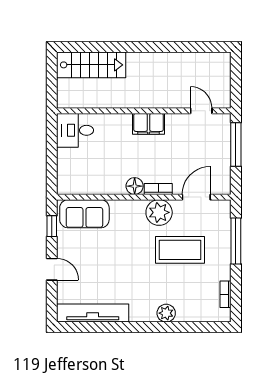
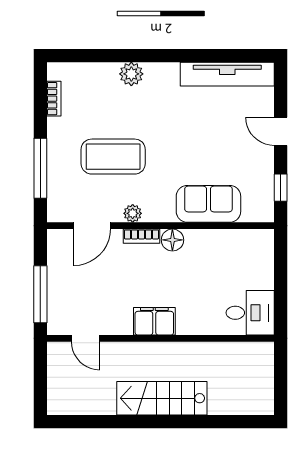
stairs: (91, 65) -> (162, 398), moved
plant: (159, 212) -> (133, 213), width x0.53, depth x0.53
sofa: (84, 214) -> (208, 204), moved

